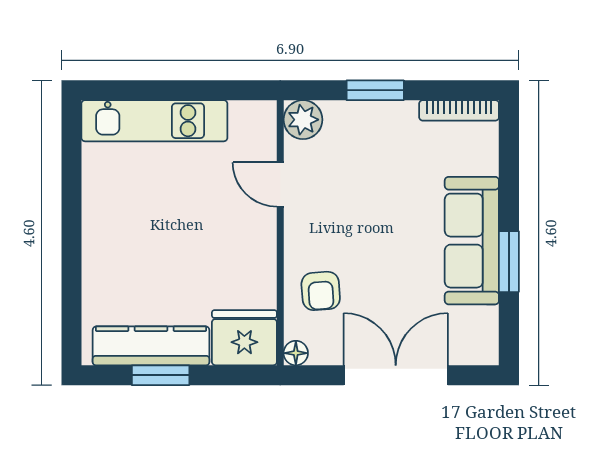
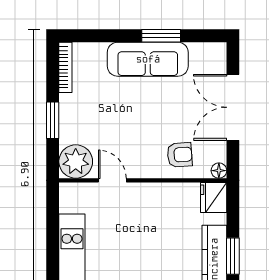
plant: (303, 120) -> (76, 161), width x1.36, depth x1.36
door: (280, 184) -> (112, 180), swing flipped
fridge: (244, 338) -> (214, 198), width x0.73, depth x0.75

